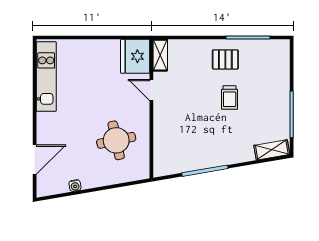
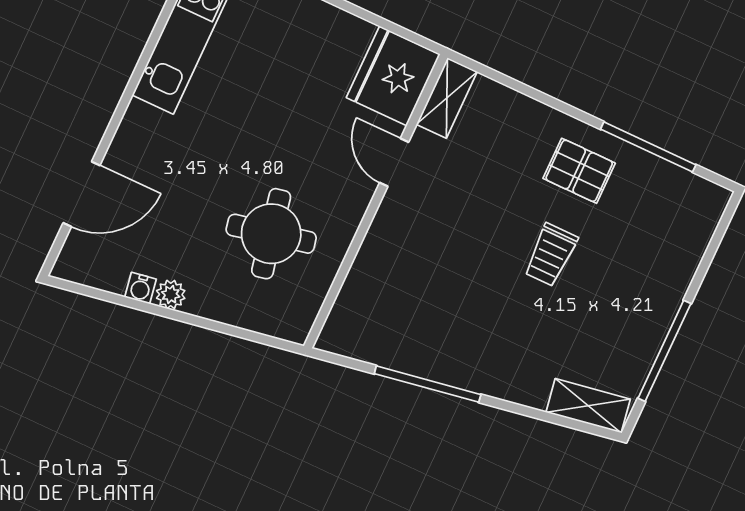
plant: (88, 183) -> (171, 294), added

